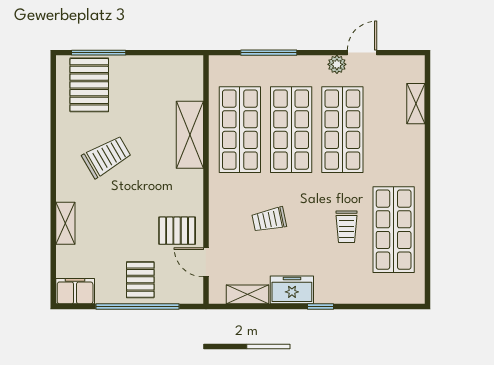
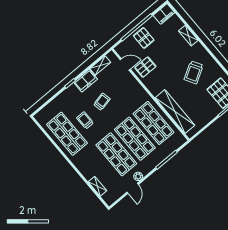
shelving: (190, 135) -> (175, 112), width x1.47
trolley: (269, 220) -> (102, 102), moved

